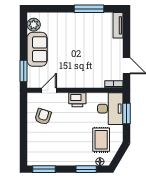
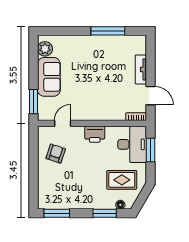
tv unit: (118, 25) -> (141, 69), moved
rug: (101, 140) -> (122, 180), turned 90

